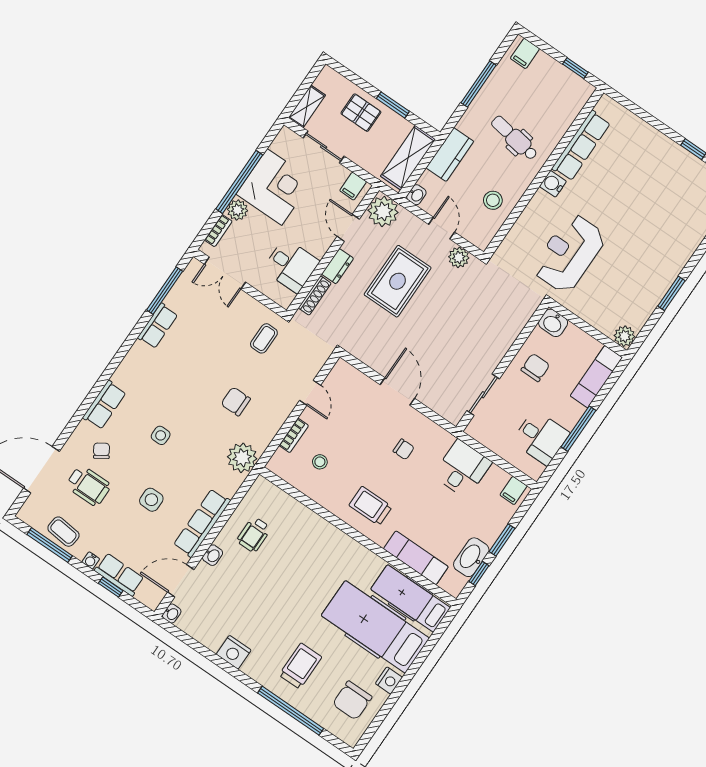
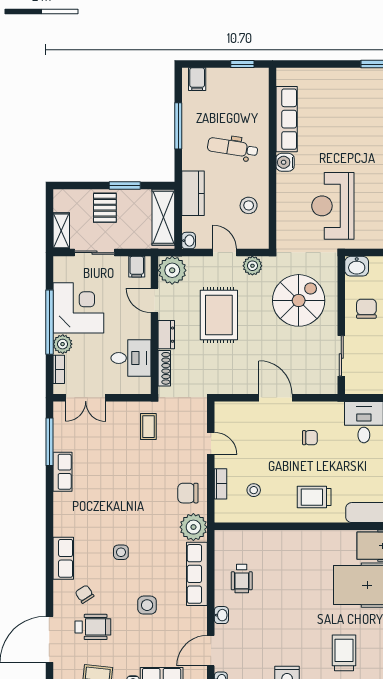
pallet: (361, 113) -> (105, 208), turned 90
spiral stairs: (479, 318) -> (299, 300), added
chair: (236, 401) -> (188, 493), moved
row of seats: (202, 523) -> (197, 574), moved

